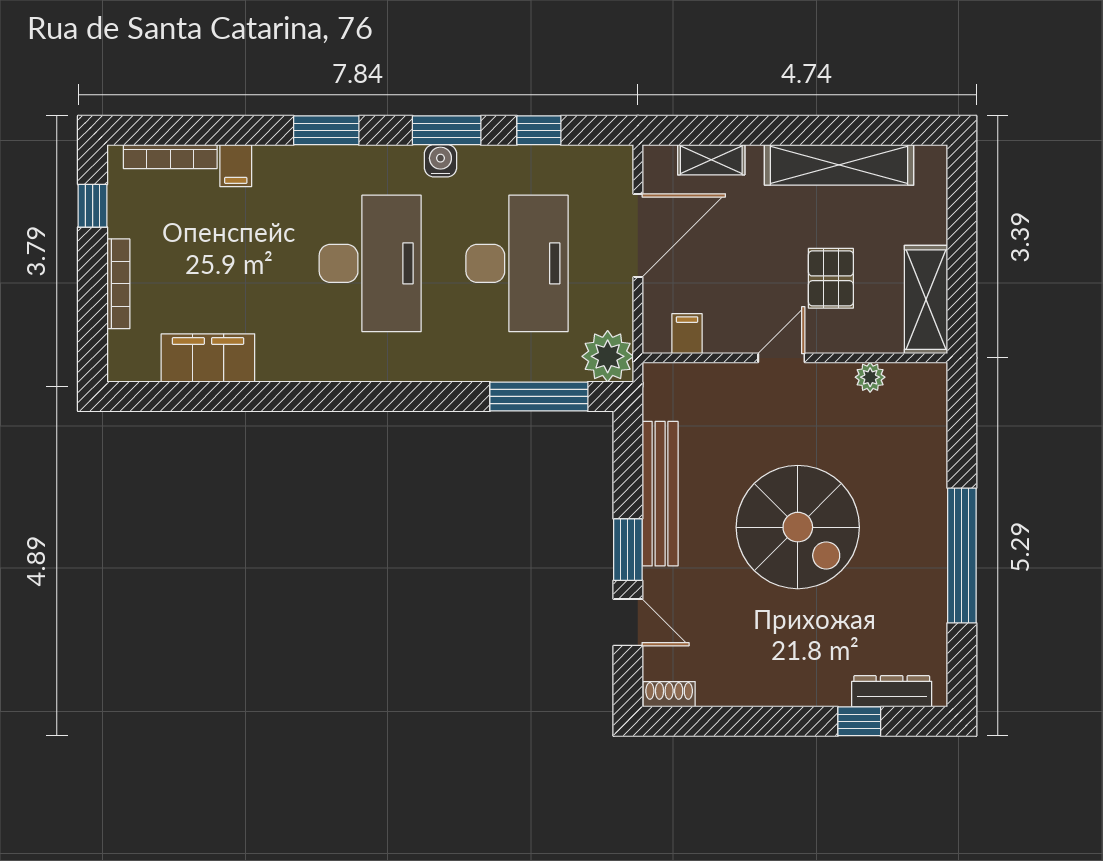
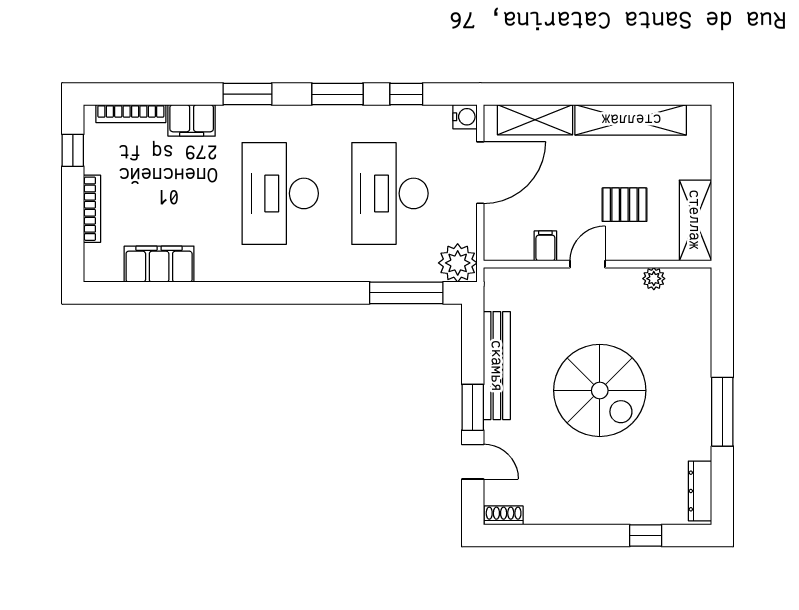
shelving: (711, 160) -> (535, 120), width x1.50, depth x1.33
water cooler: (440, 161) -> (465, 117), moved, turned 90
filing cabinet: (236, 166) -> (192, 120), width x2.00
desk: (370, 263) -> (280, 193), turned 180
desk: (517, 263) -> (390, 193), turned 180
pallet: (831, 278) -> (624, 205), turned 90
filing cabinet: (687, 334) -> (545, 246), moved
window: (962, 556) -> (722, 412), width x0.68
dresser: (892, 691) -> (700, 491), moved, turned -90

